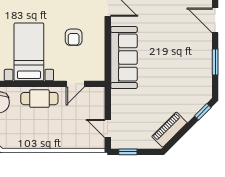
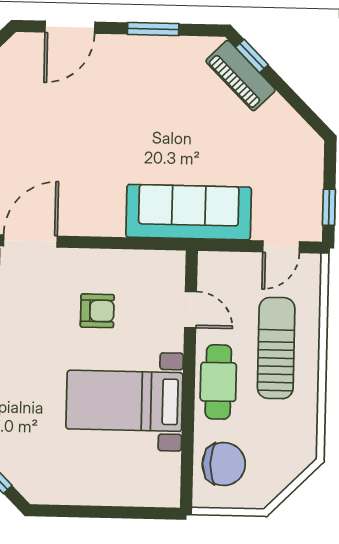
sofa: (124, 58) -> (189, 212), moved
sun lounger: (57, 127) -> (276, 348), added
piano: (169, 130) -> (241, 76), moved

